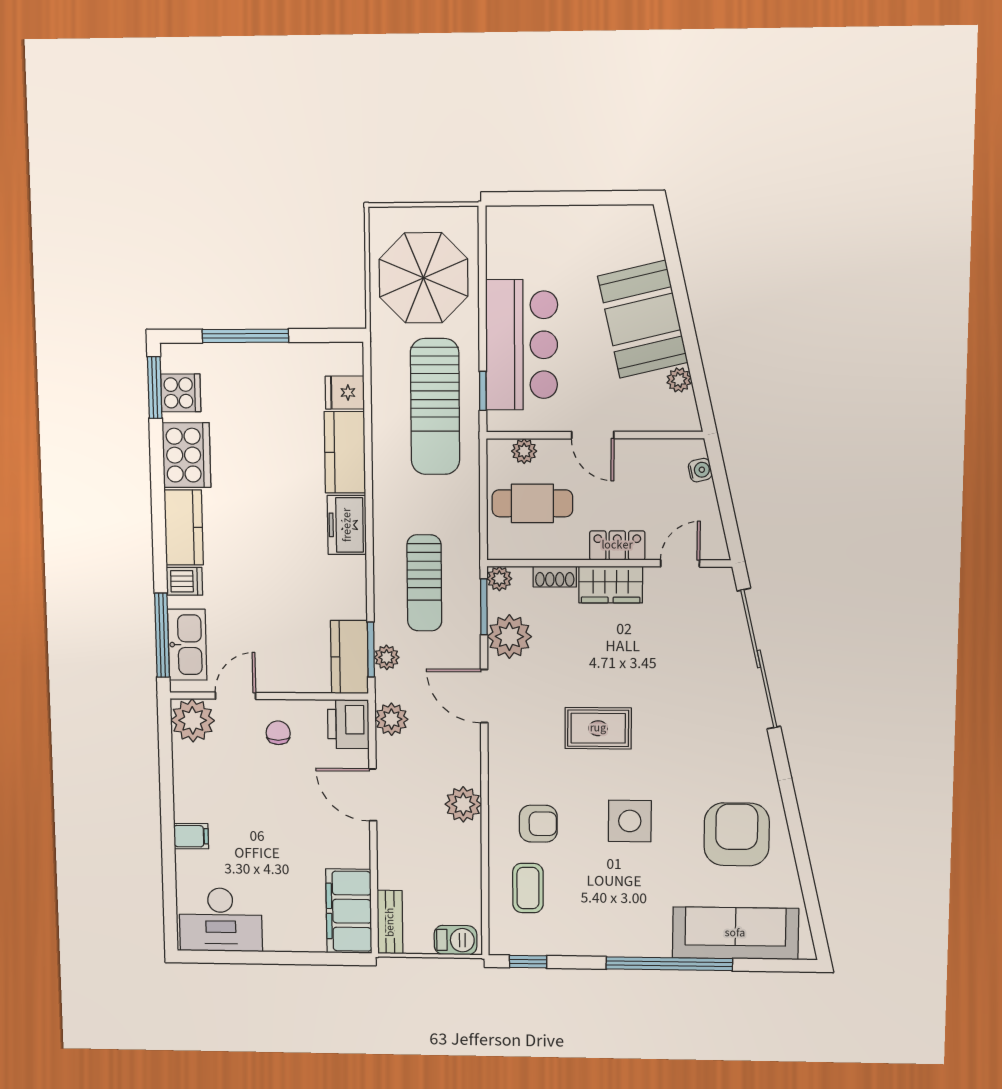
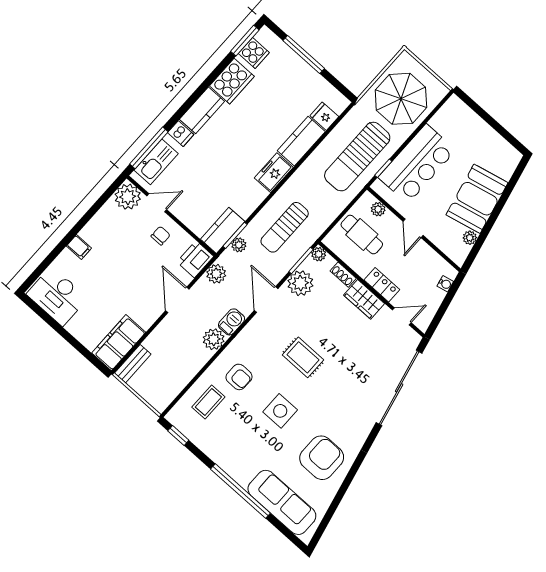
barbecue: (456, 940) -> (231, 322), moved, turned -90

